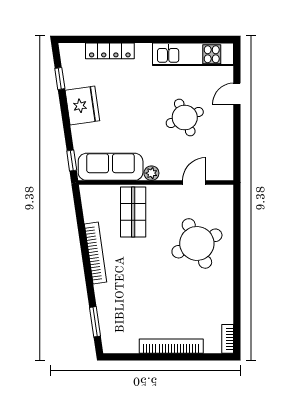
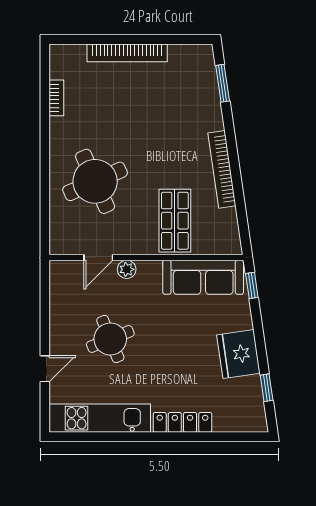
locker: (110, 51) -> (182, 422), moved
plant: (151, 173) -> (127, 269), moved
bookcase: (228, 339) -> (56, 98), moved

